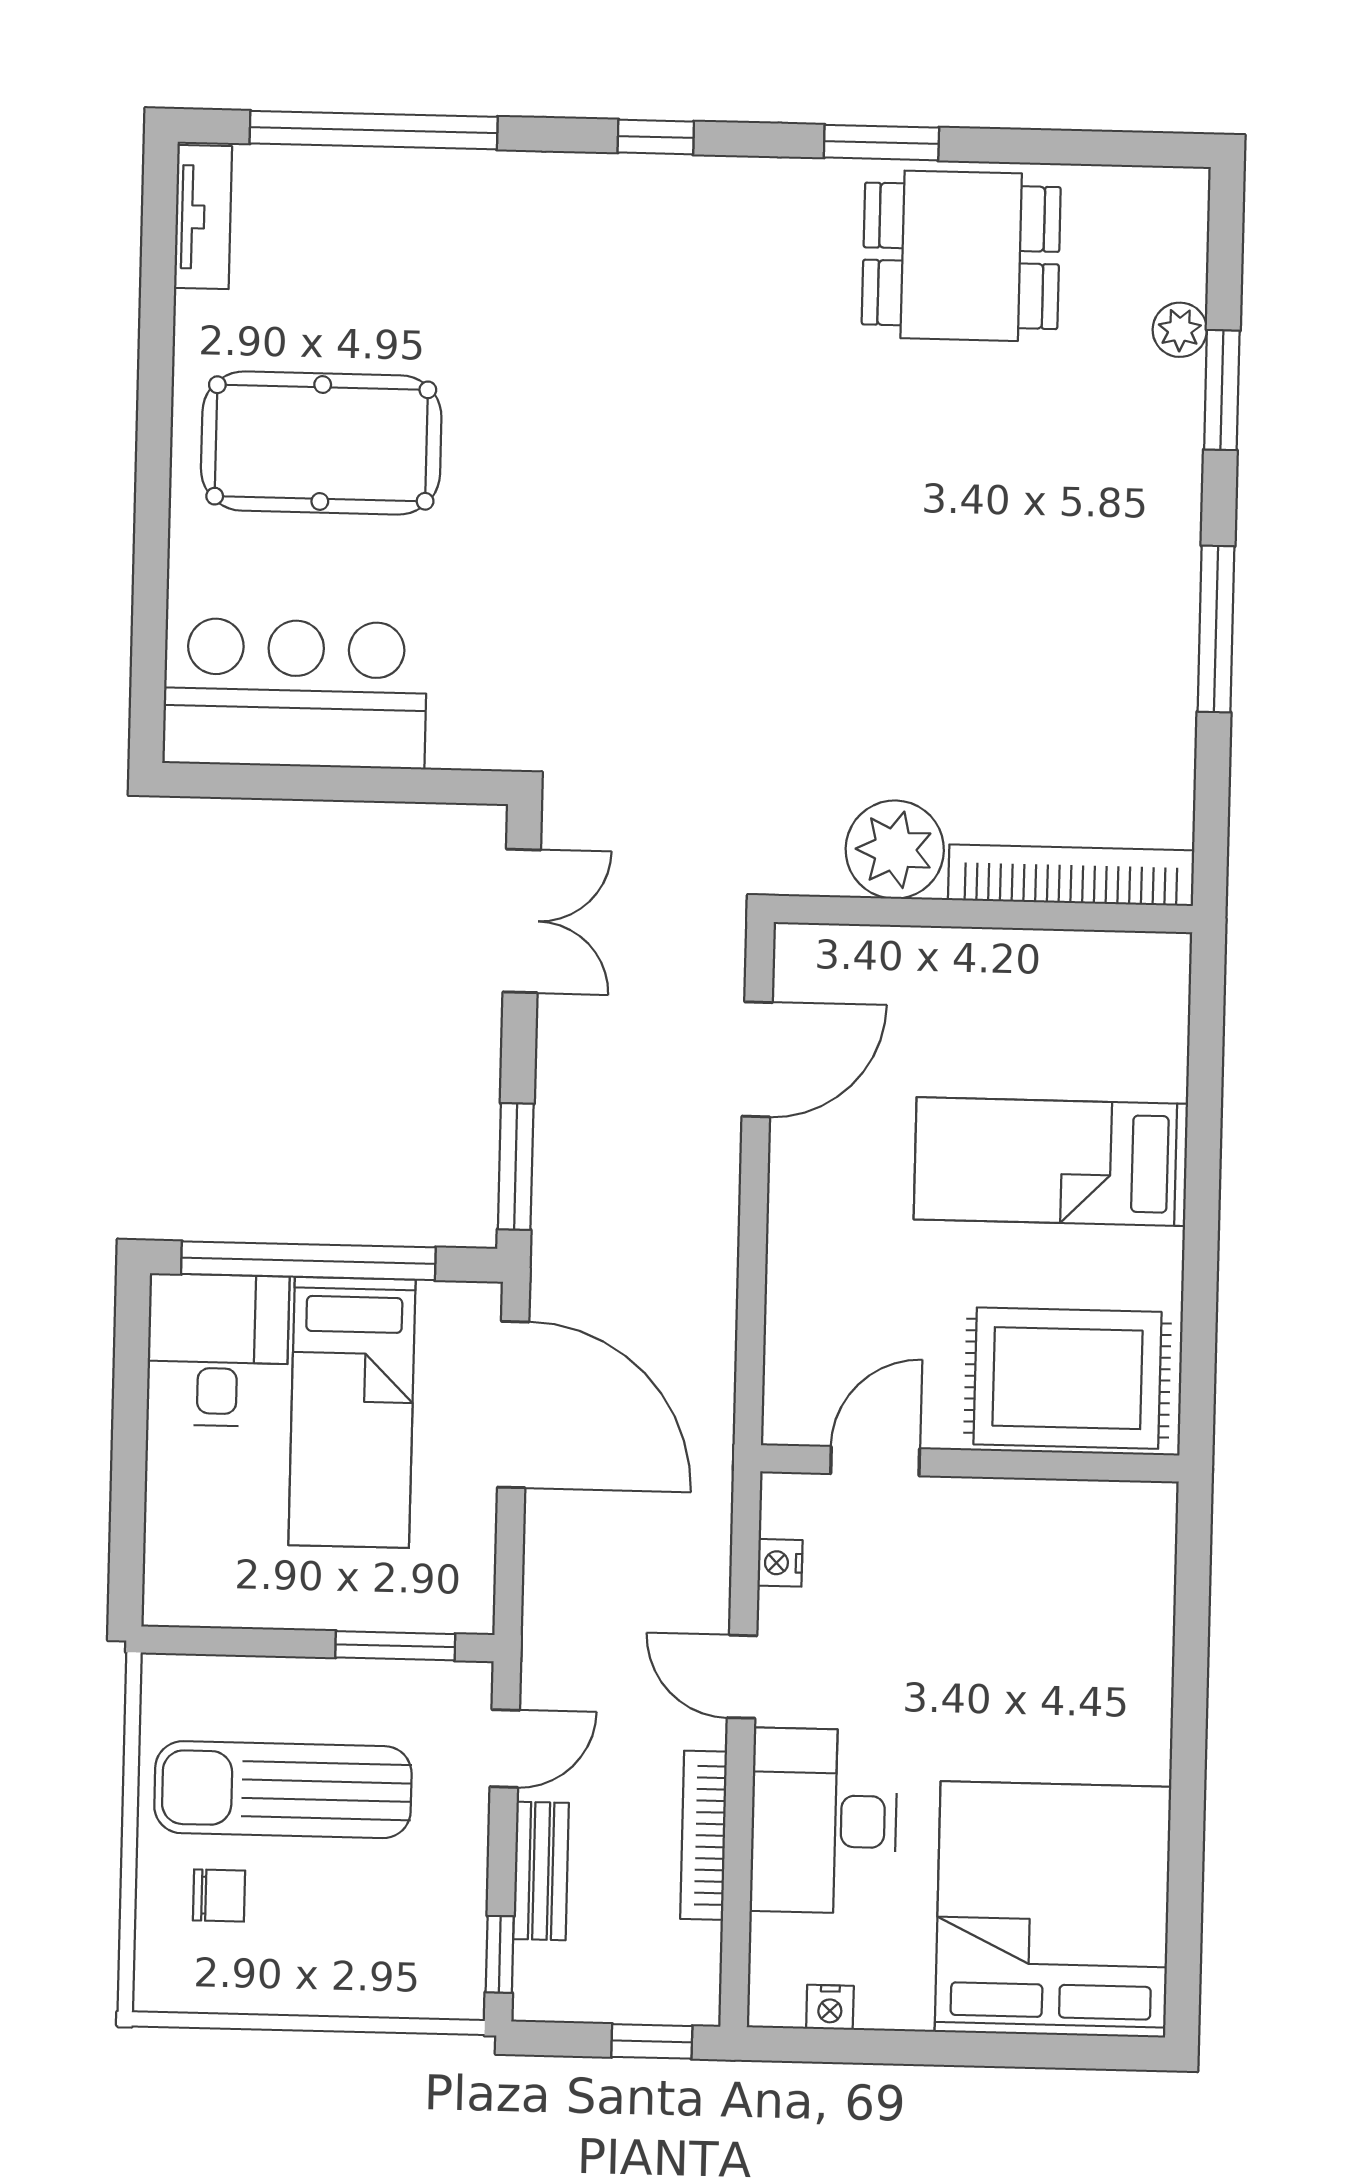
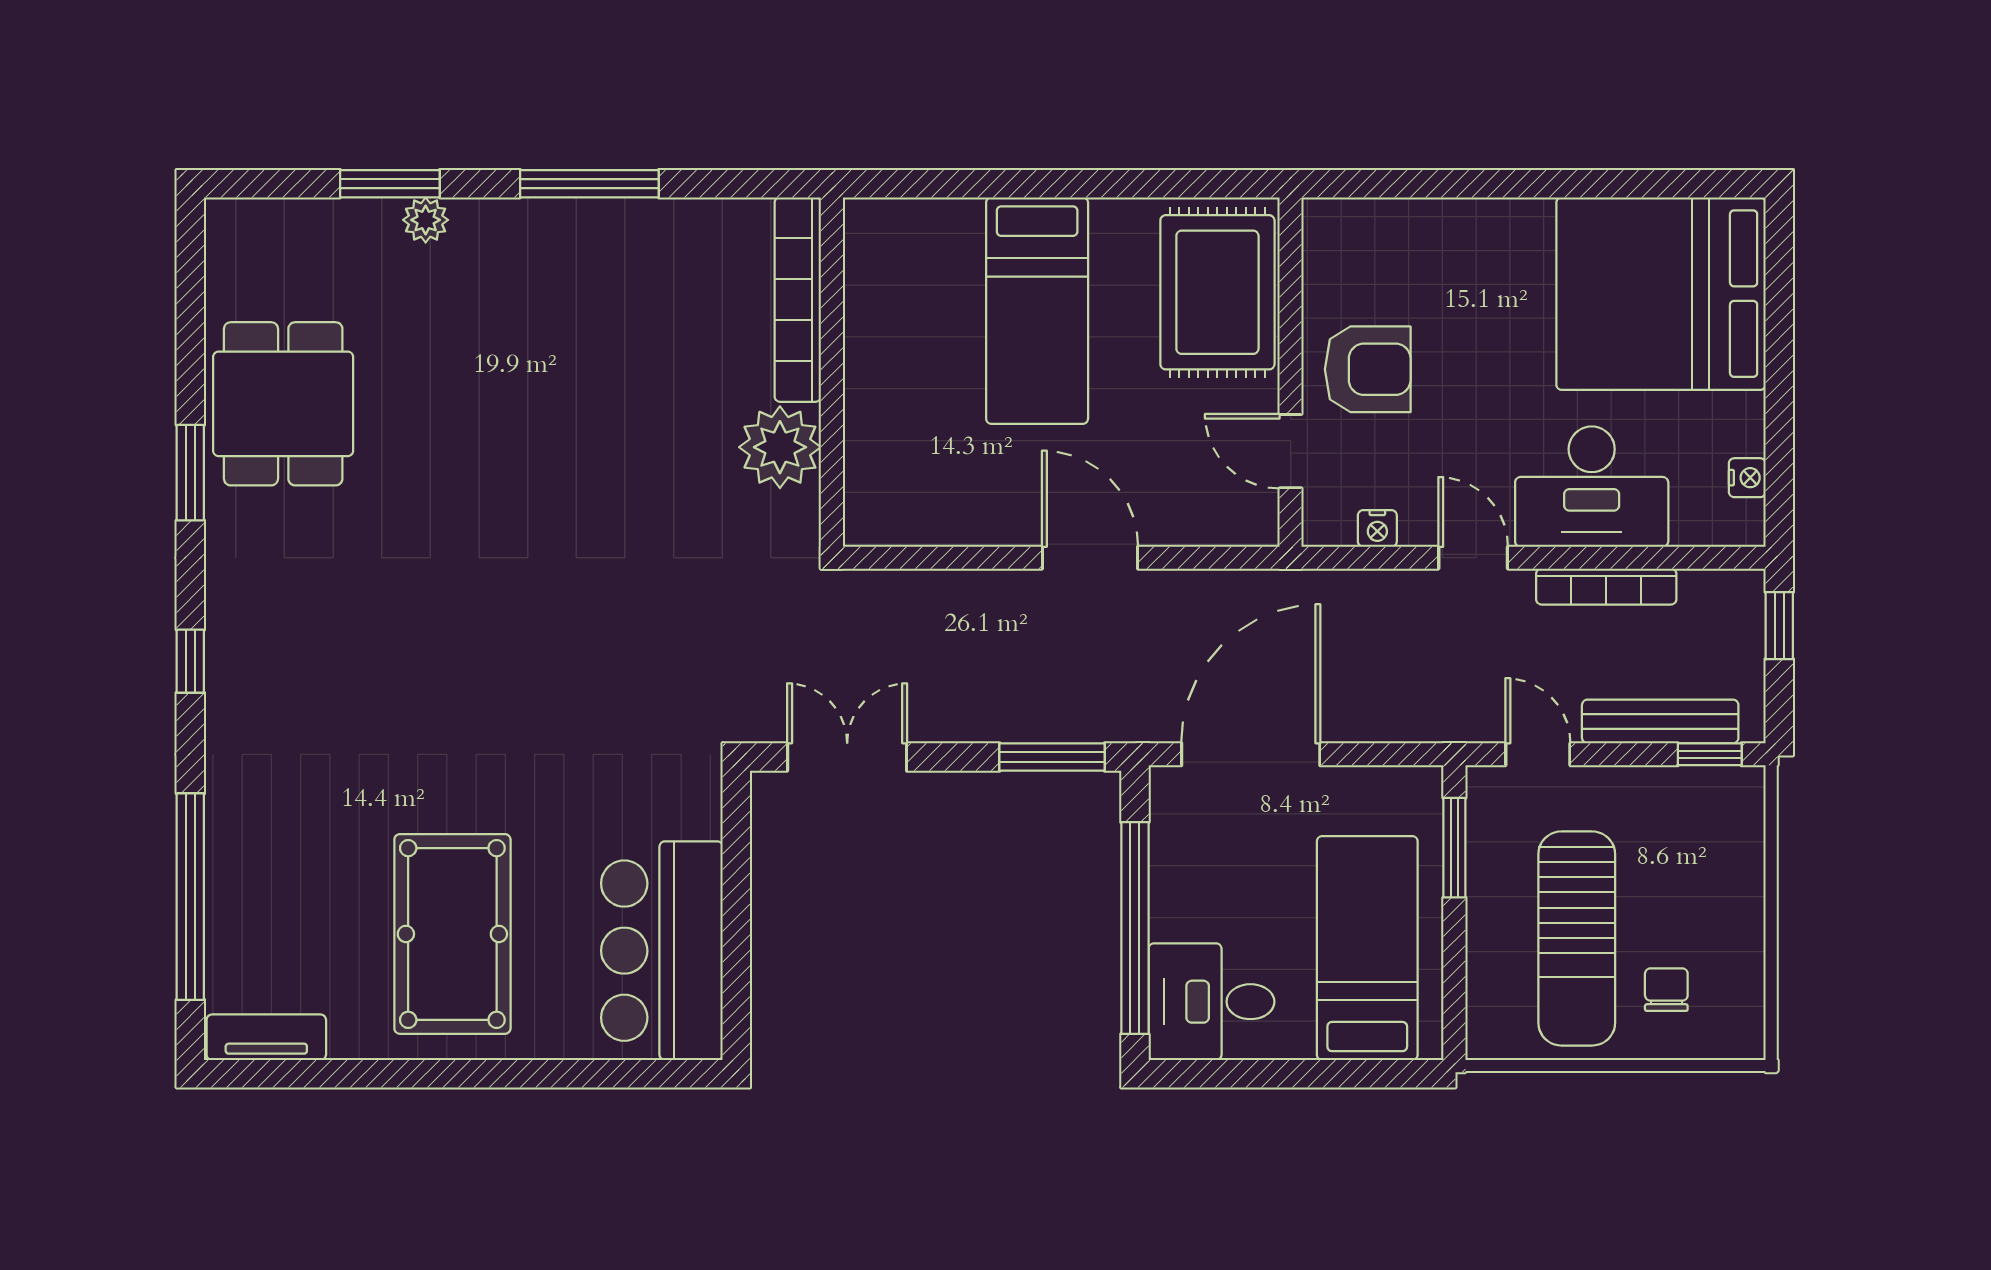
plant: (1180, 330) -> (426, 220), moved
door: (757, 1059) -> (1090, 558), moved
bed: (352, 1412) -> (1367, 948), moved, turned -90
armchair: (971, 1556) -> (1368, 369), added
door: (742, 1677) -> (1473, 558), swing flipped
bench: (541, 1871) -> (1660, 721), width x1.36

